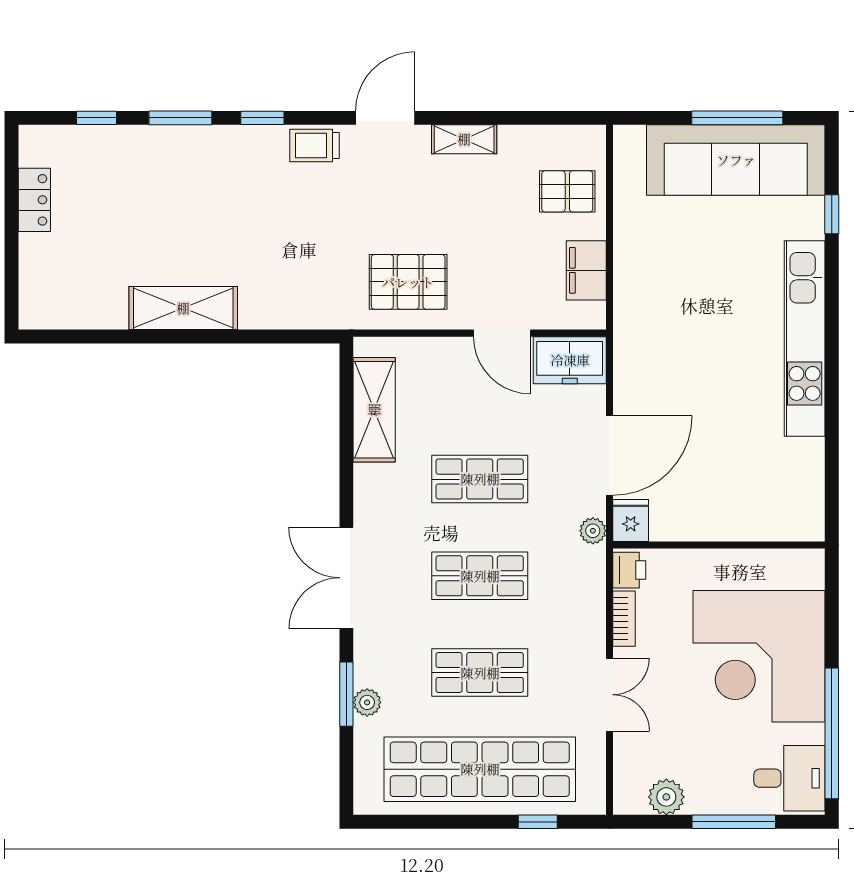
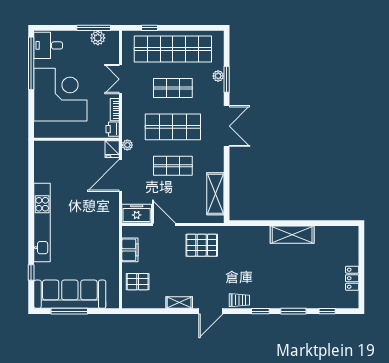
shop shelf: (480, 576) -> (173, 127), width x1.43, depth x1.36
window: (734, 822) -> (94, 28), moved

